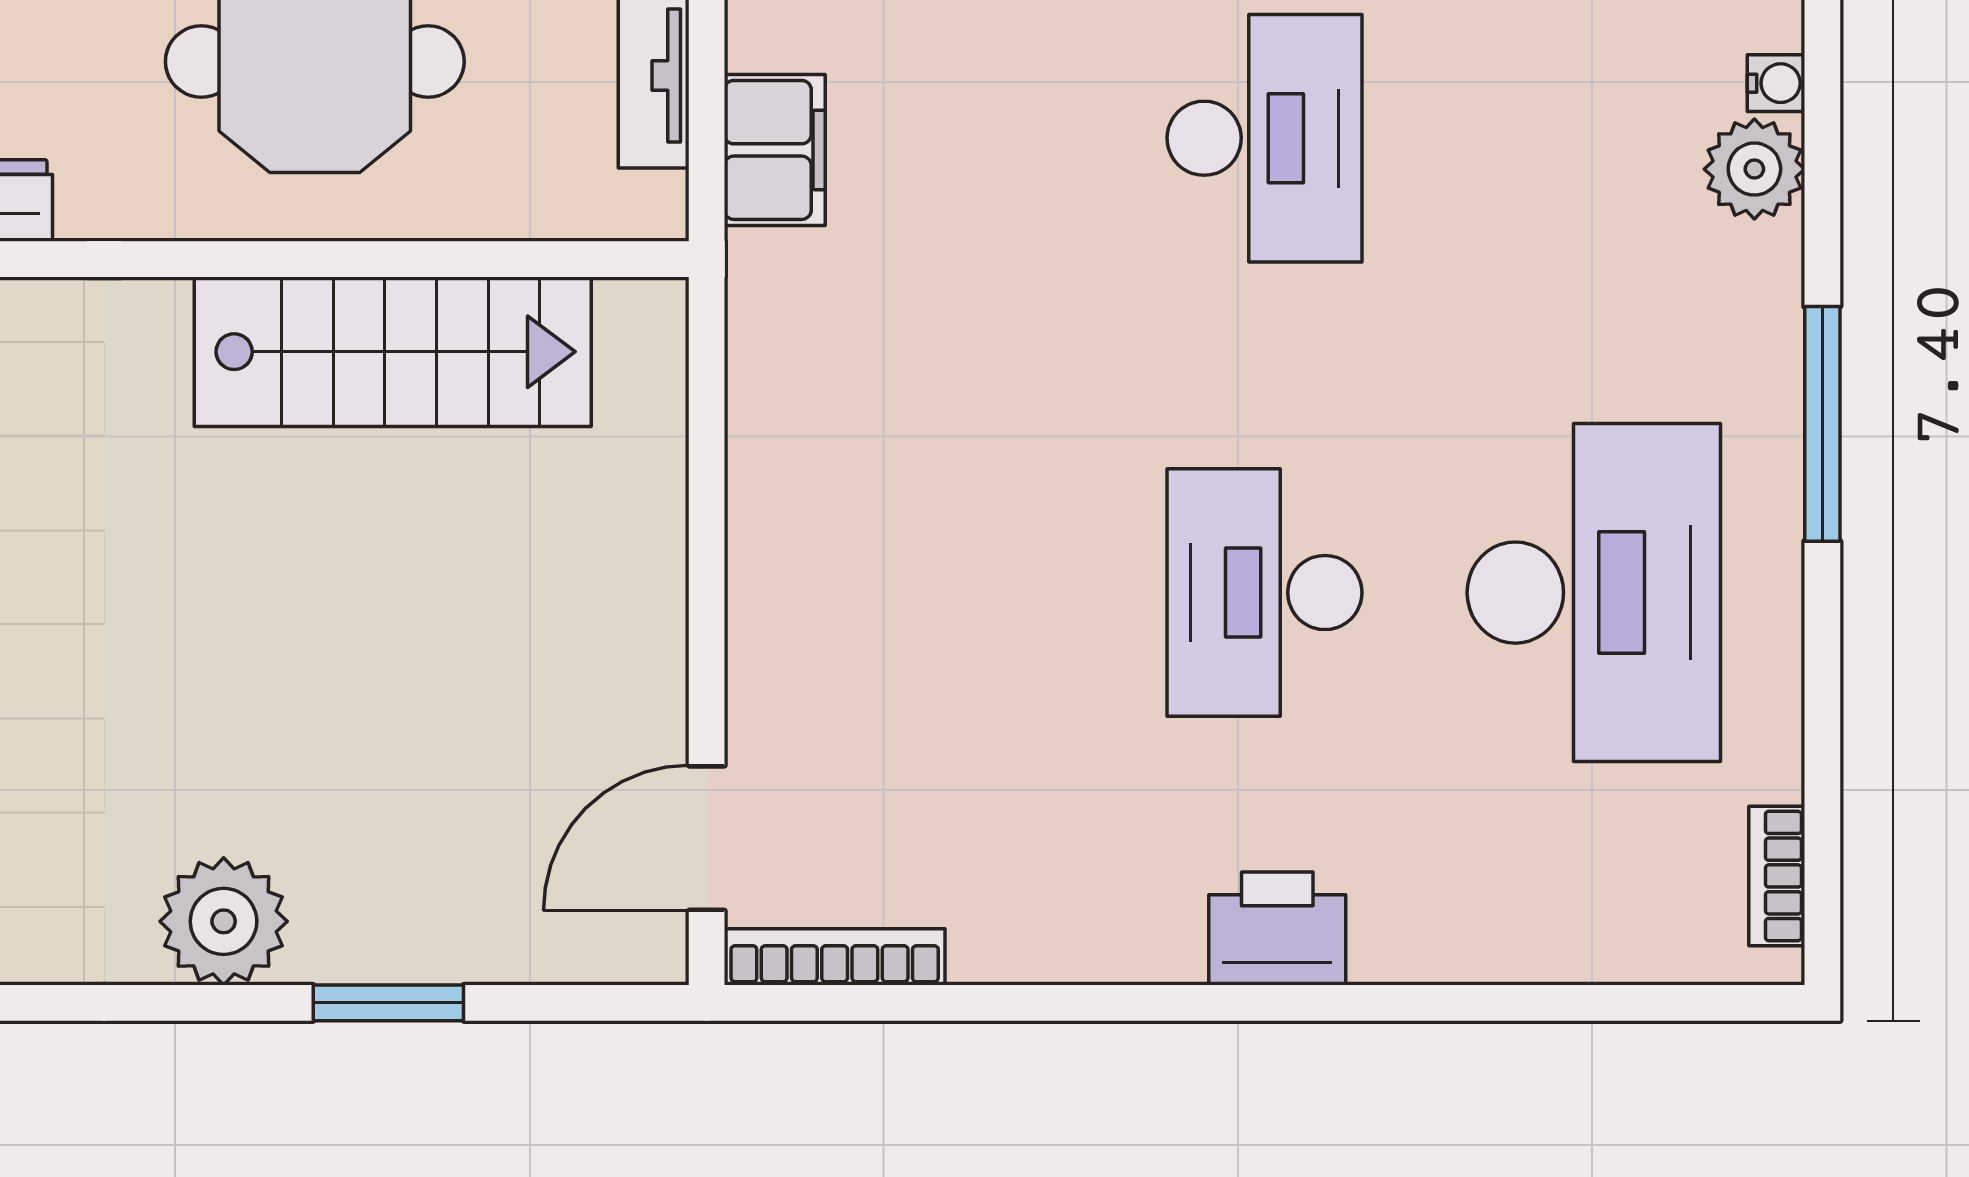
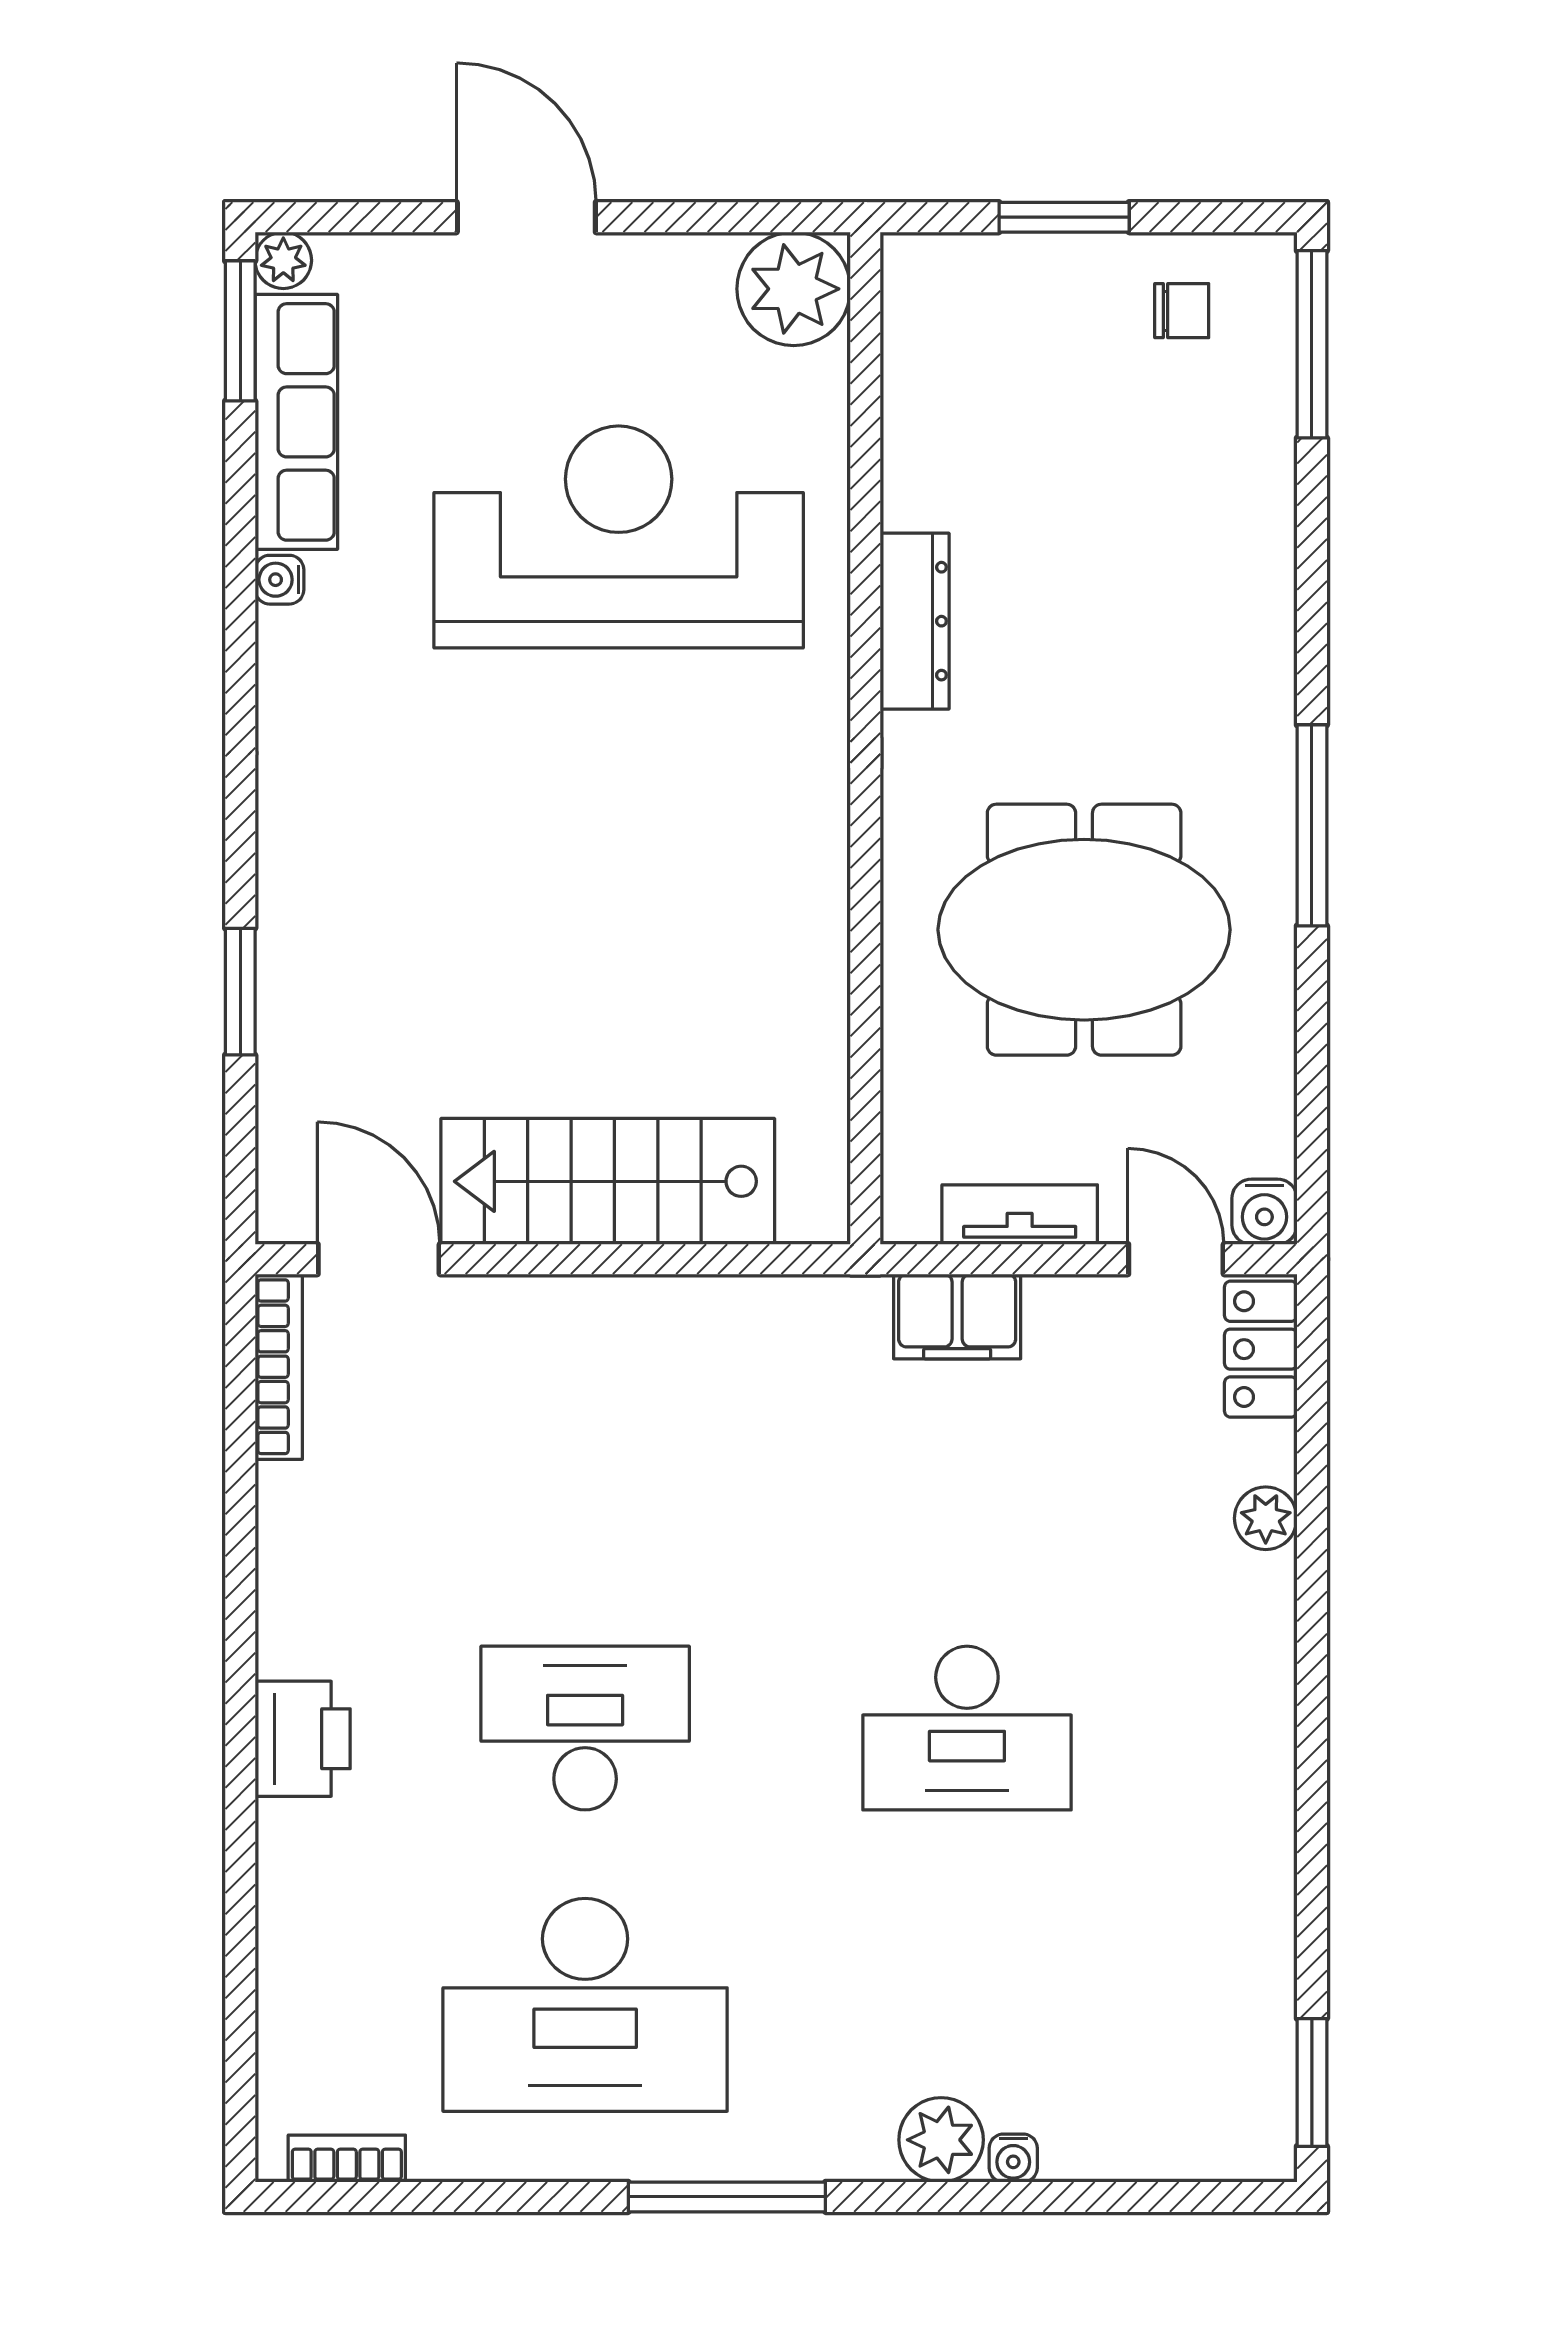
stairs: (393, 352) -> (608, 1181), moved, turned 90
plant: (224, 921) -> (309, 853), removed

